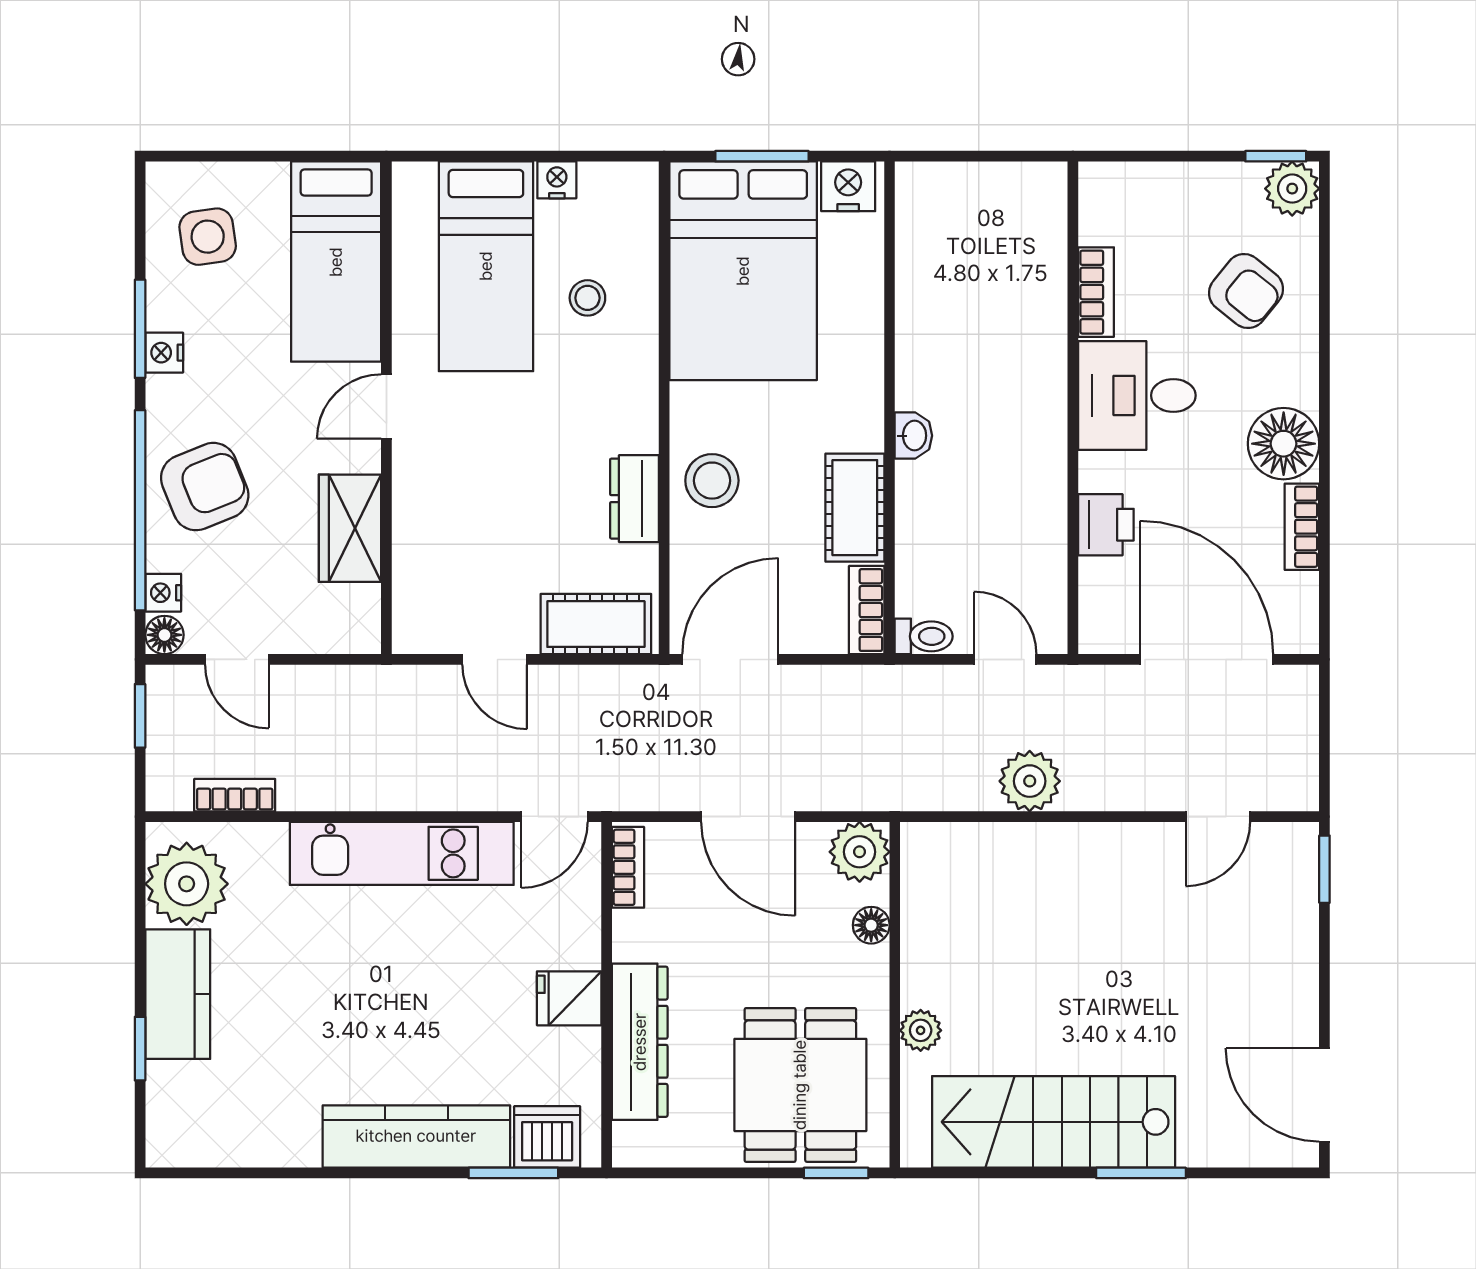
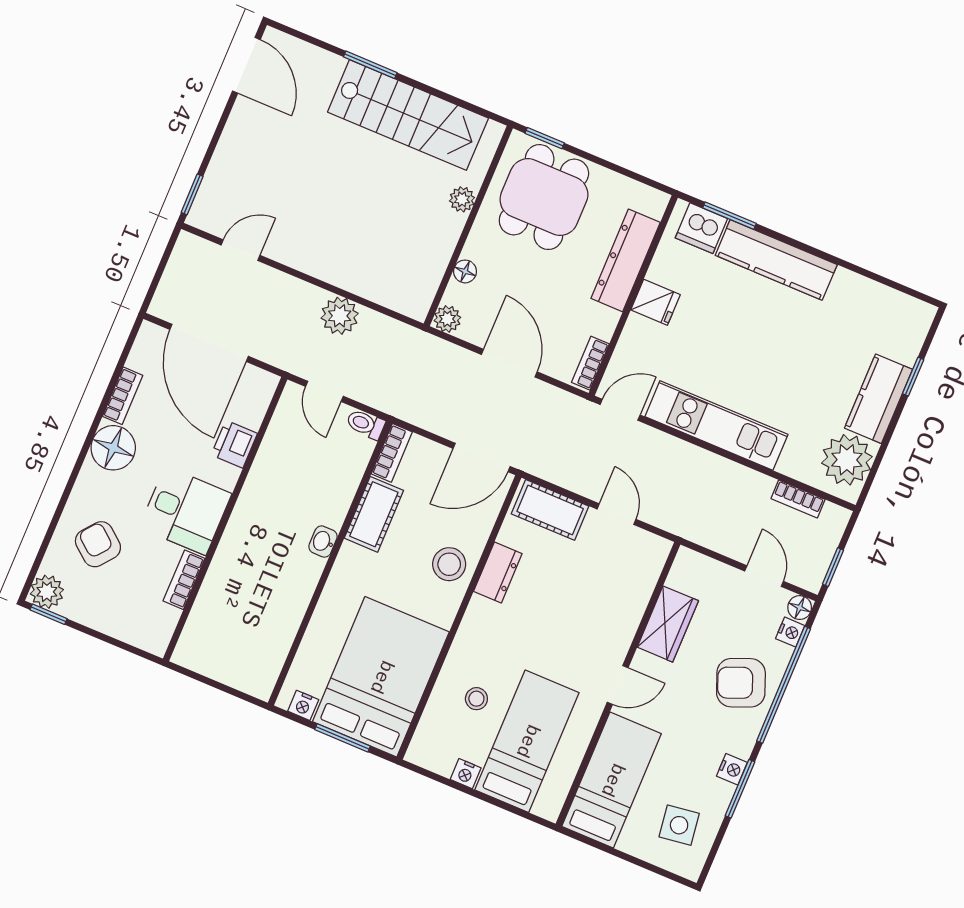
nightstand: (848, 186) -> (303, 705), width x0.72, depth x0.74
plant: (860, 852) -> (447, 319), width x0.73, depth x0.73

